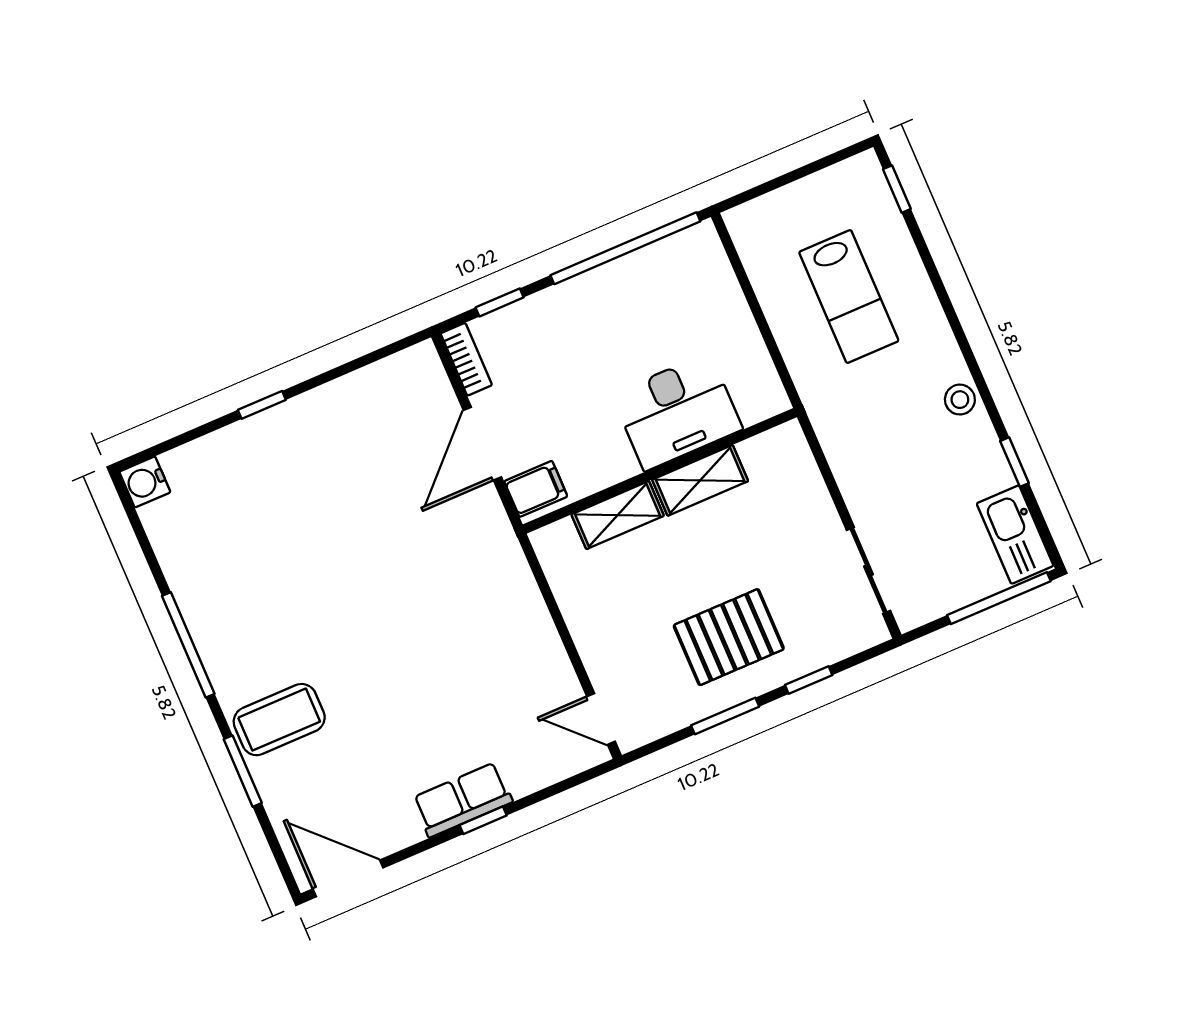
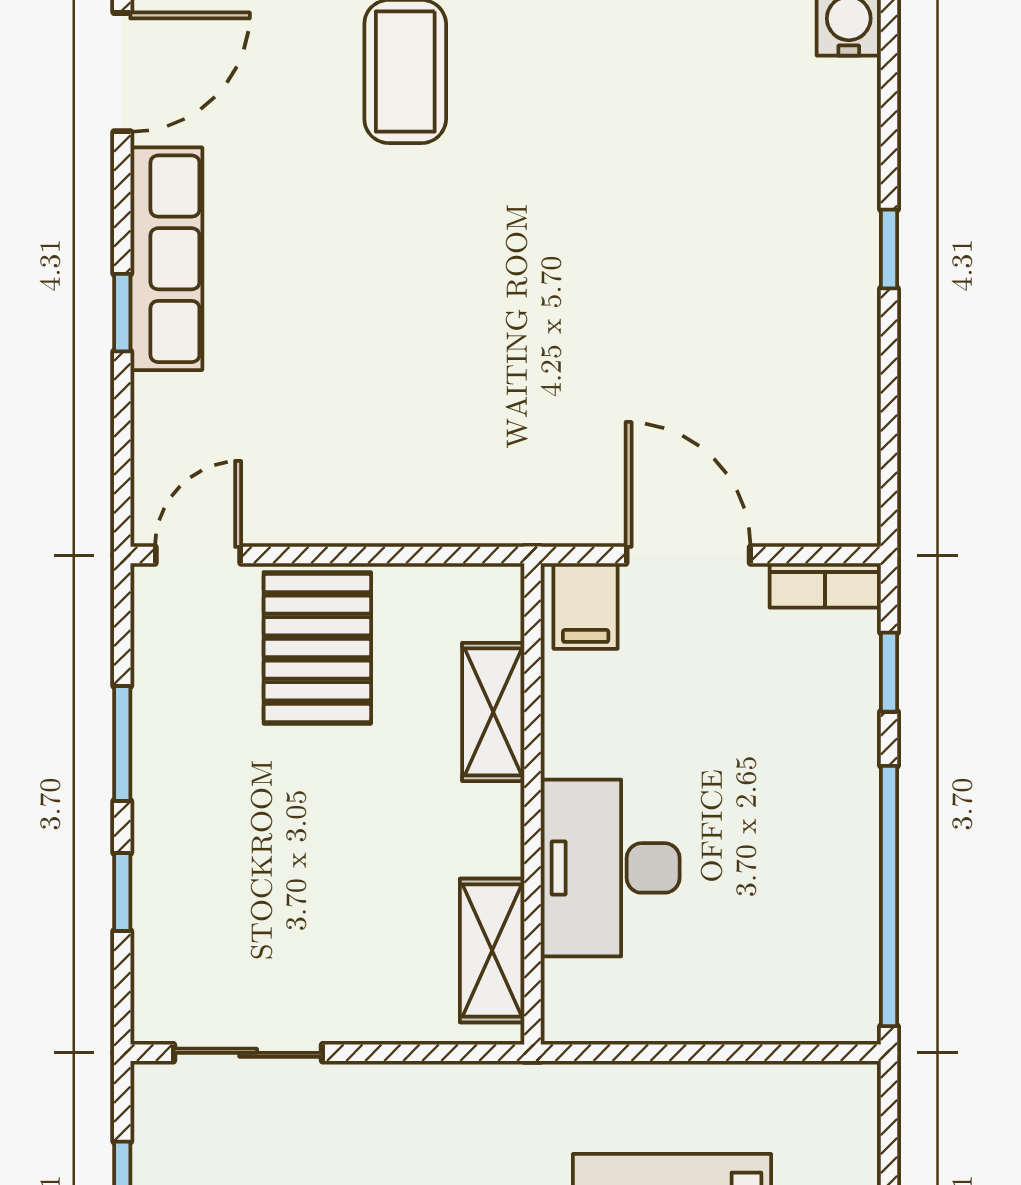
shelving: (700, 480) -> (492, 950), moved
pallet: (729, 637) -> (317, 648), moved
row of seats: (462, 800) -> (166, 259), width x1.48

